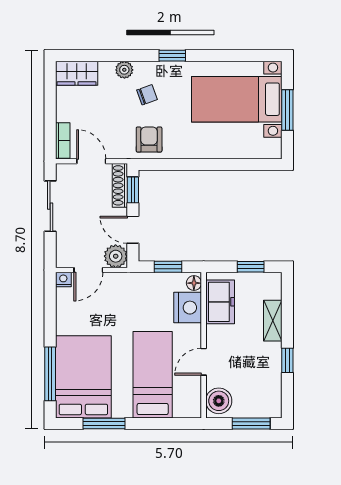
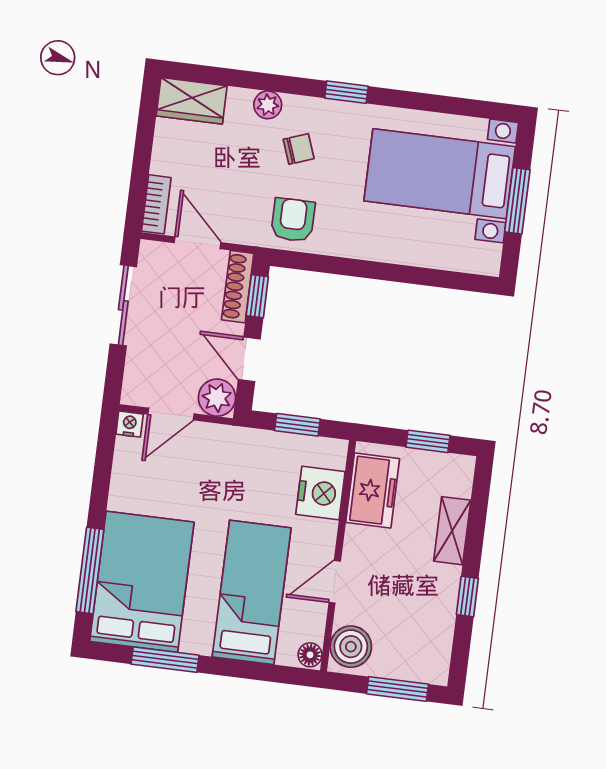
floor lamp: (194, 283) -> (310, 655), moved

